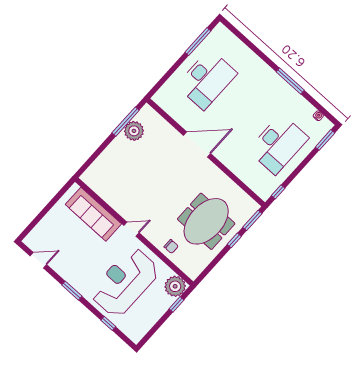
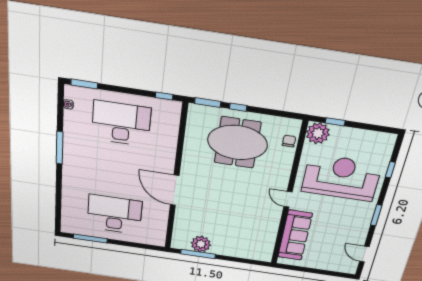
chair: (171, 246) -> (289, 141), moved
reception desk: (125, 282) -> (341, 178), turned 180

